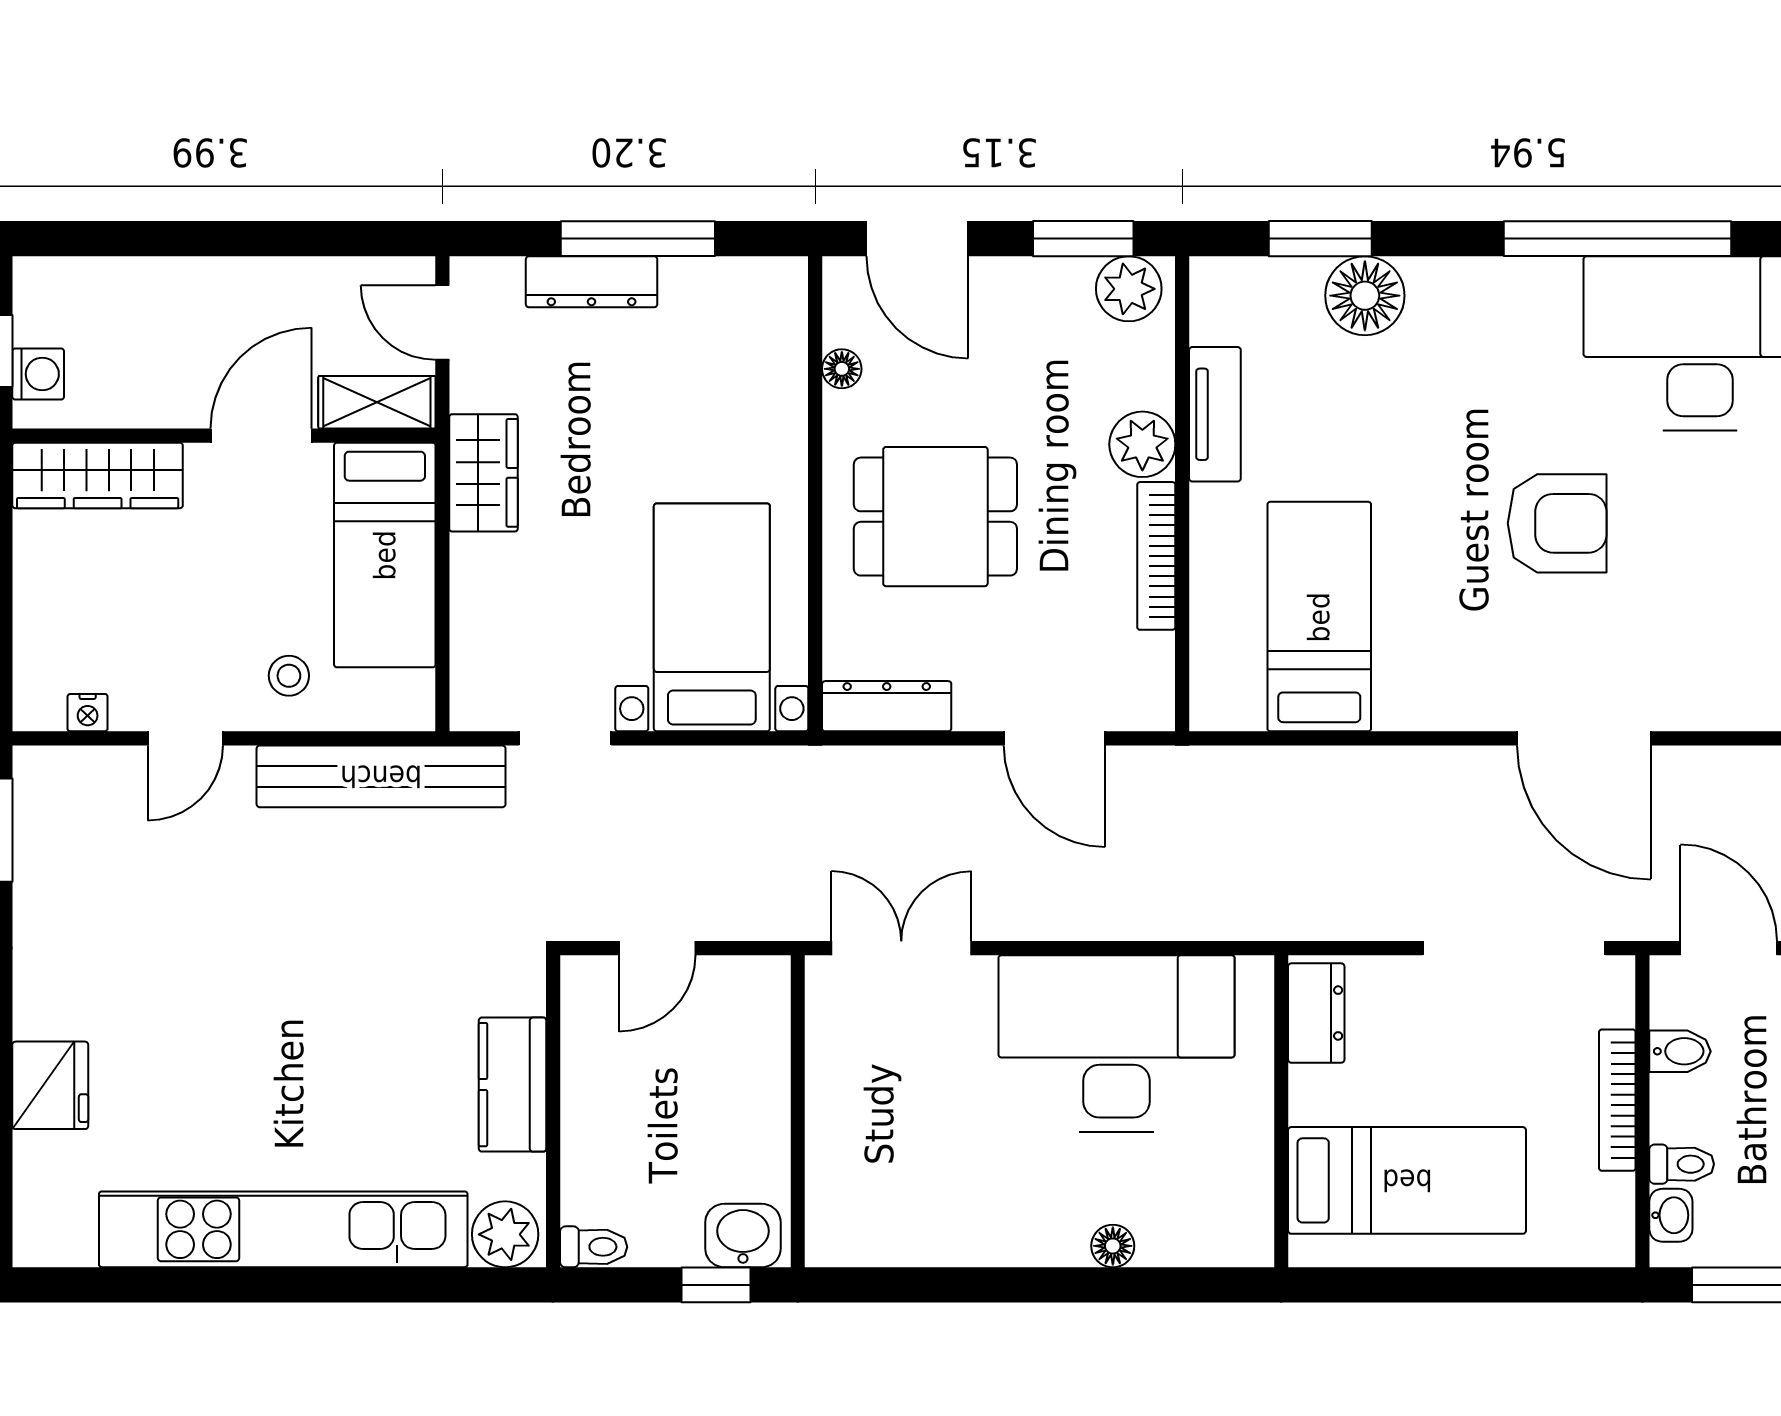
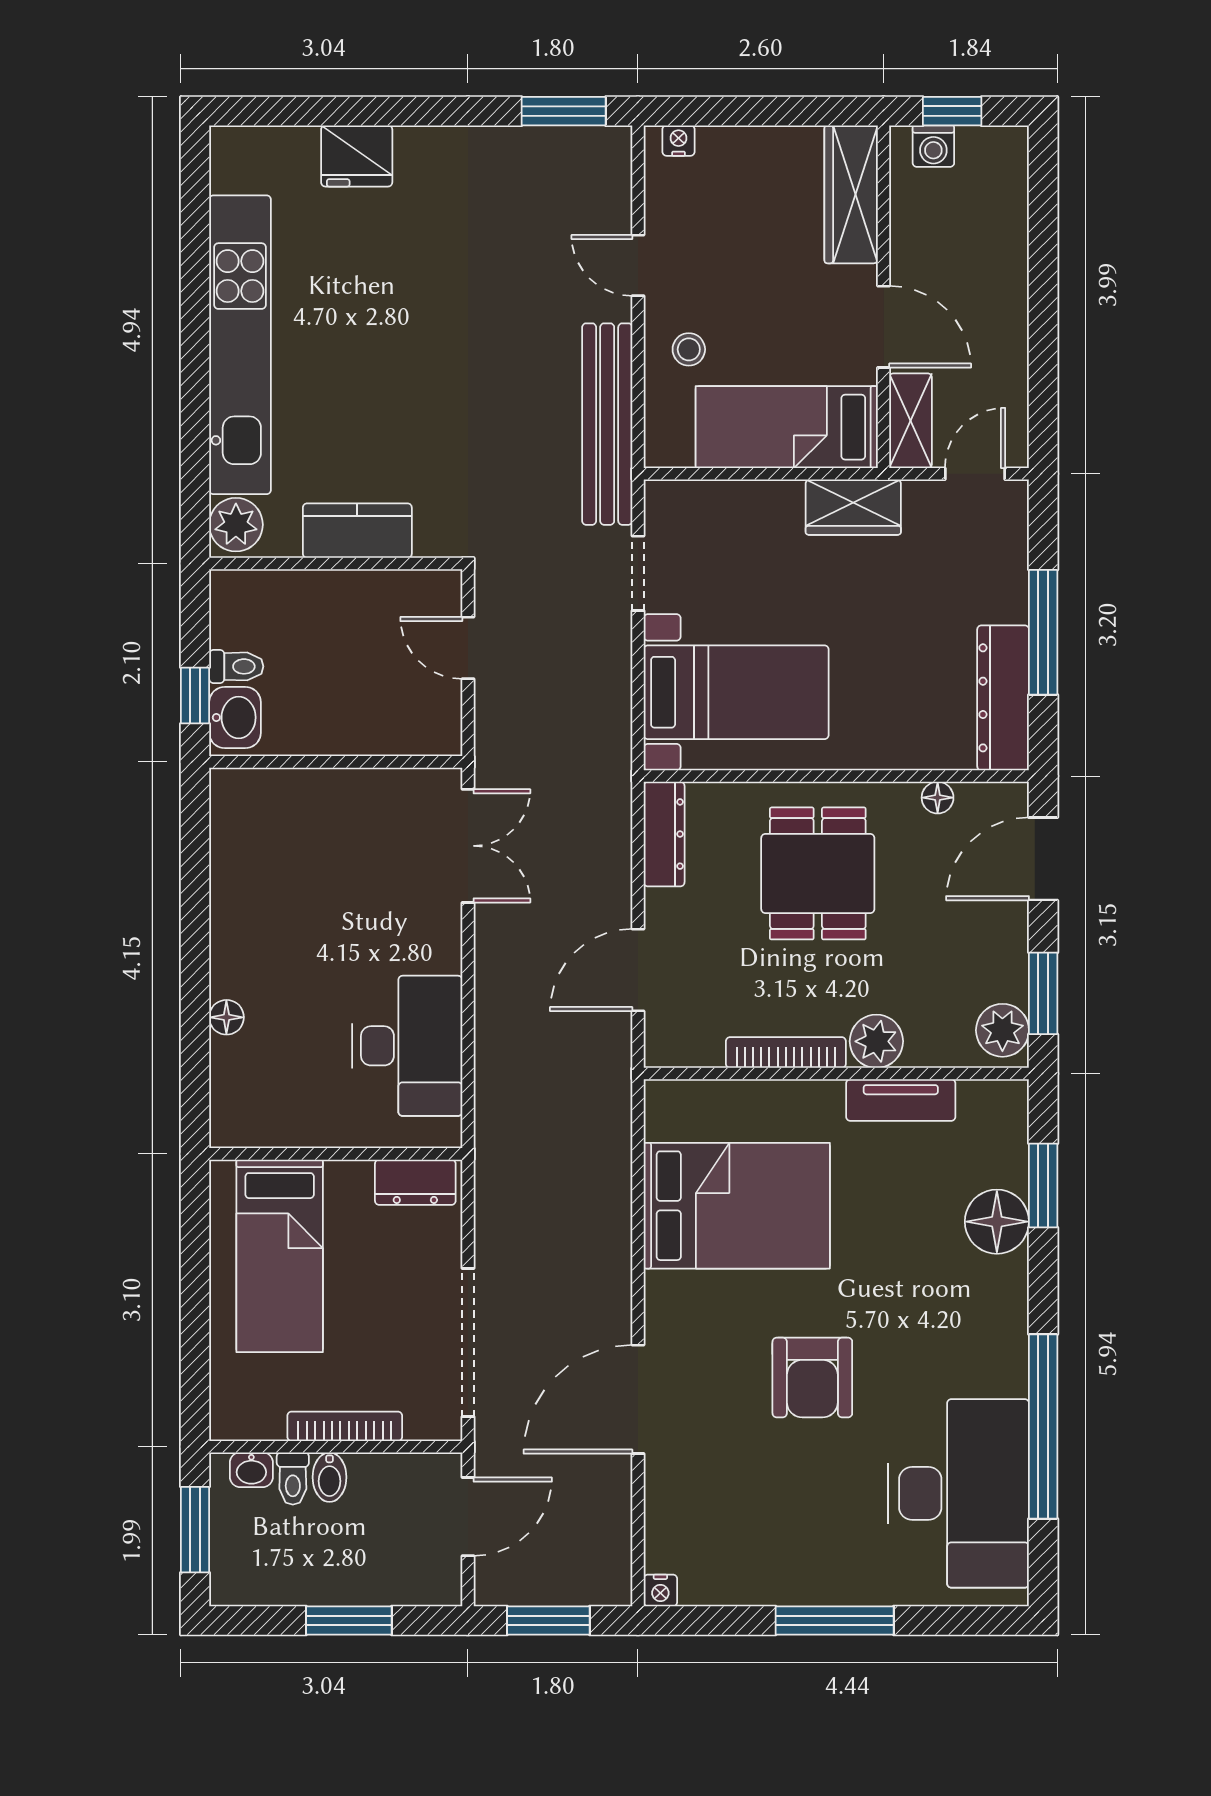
dresser: (592, 282) -> (1003, 698), moved, width x1.37, depth x1.24
bed: (1319, 617) -> (737, 1206), width x1.50
nightstand: (88, 713) -> (679, 141), moved, turned 90
desk: (1116, 1043) -> (407, 1046), width x0.73, depth x0.77
bidet: (1680, 1051) -> (330, 1477), moved
toilet: (594, 1247) -> (236, 666), moved, turned -90

